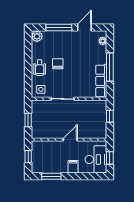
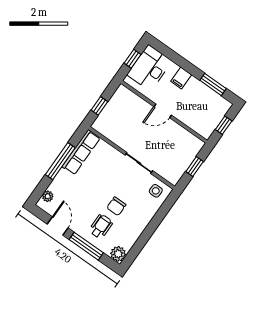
door: (84, 28) -> (58, 226), swing flipped
wheelchair: (40, 68) -> (101, 226), moved

